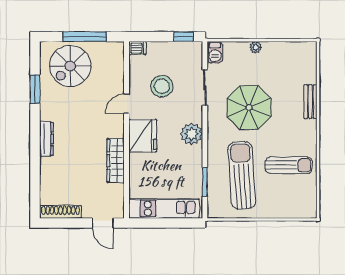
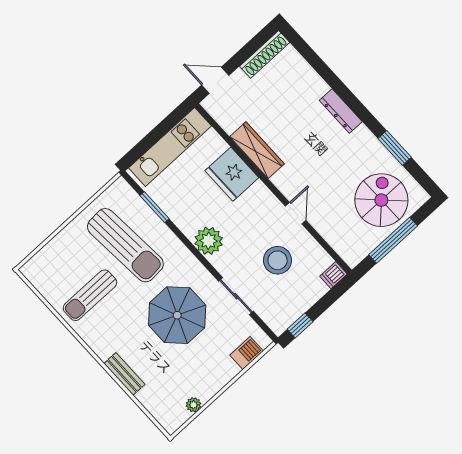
plant: (256, 47) -> (193, 405), moved
barbecue: (215, 52) -> (246, 353), moved, turned 90
fridge: (143, 136) -> (232, 174), moved

